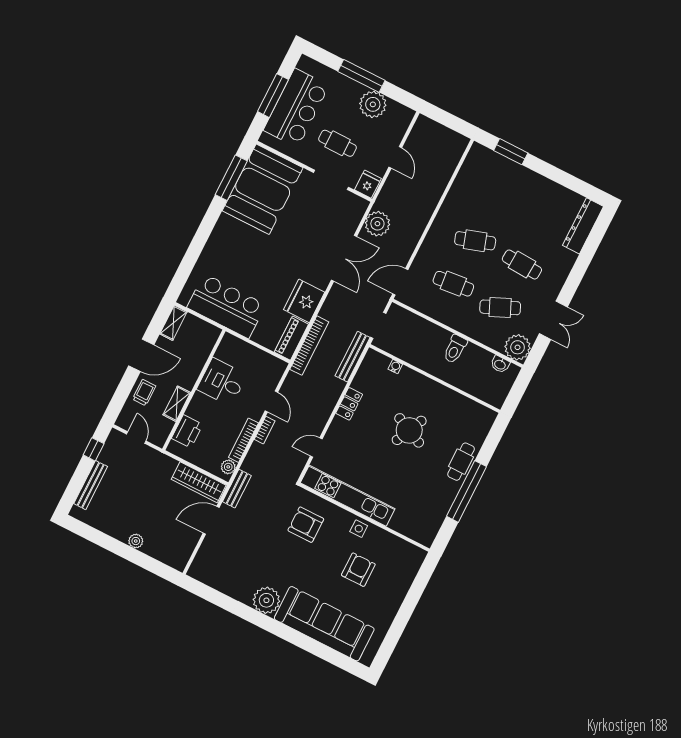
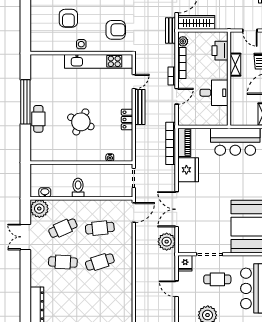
bench: (353, 357) -> (140, 107), moved
door: (271, 401) -> (177, 96), swing flipped

